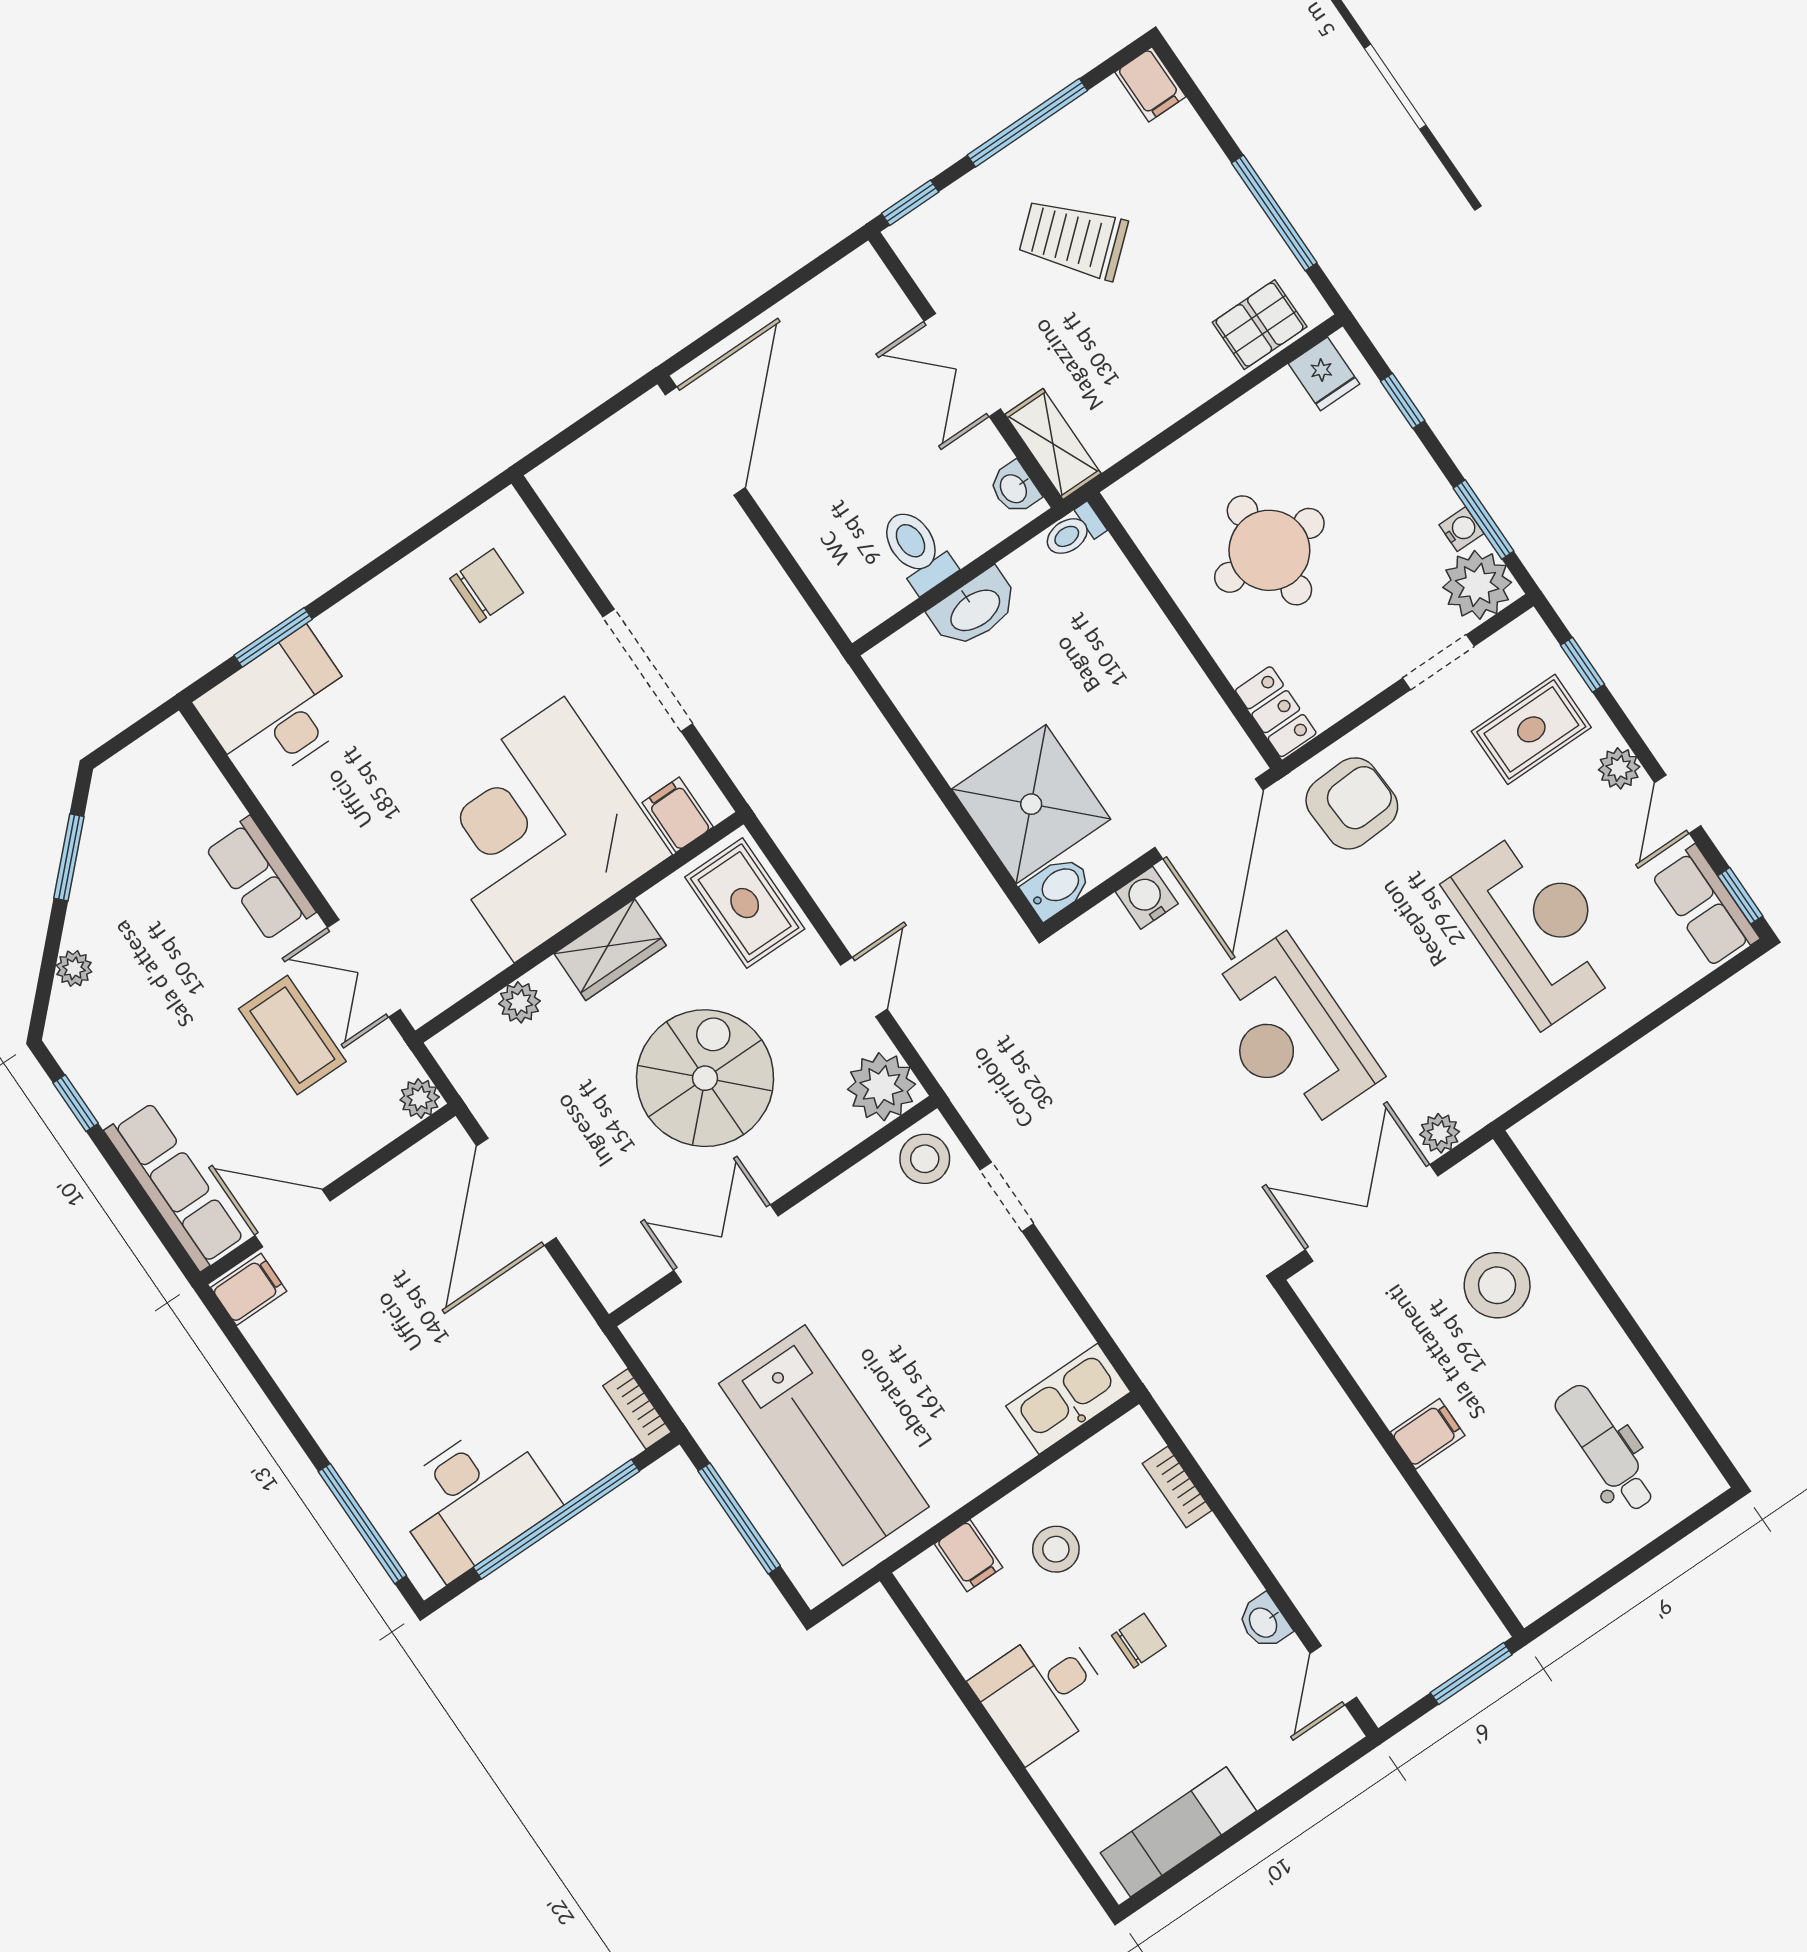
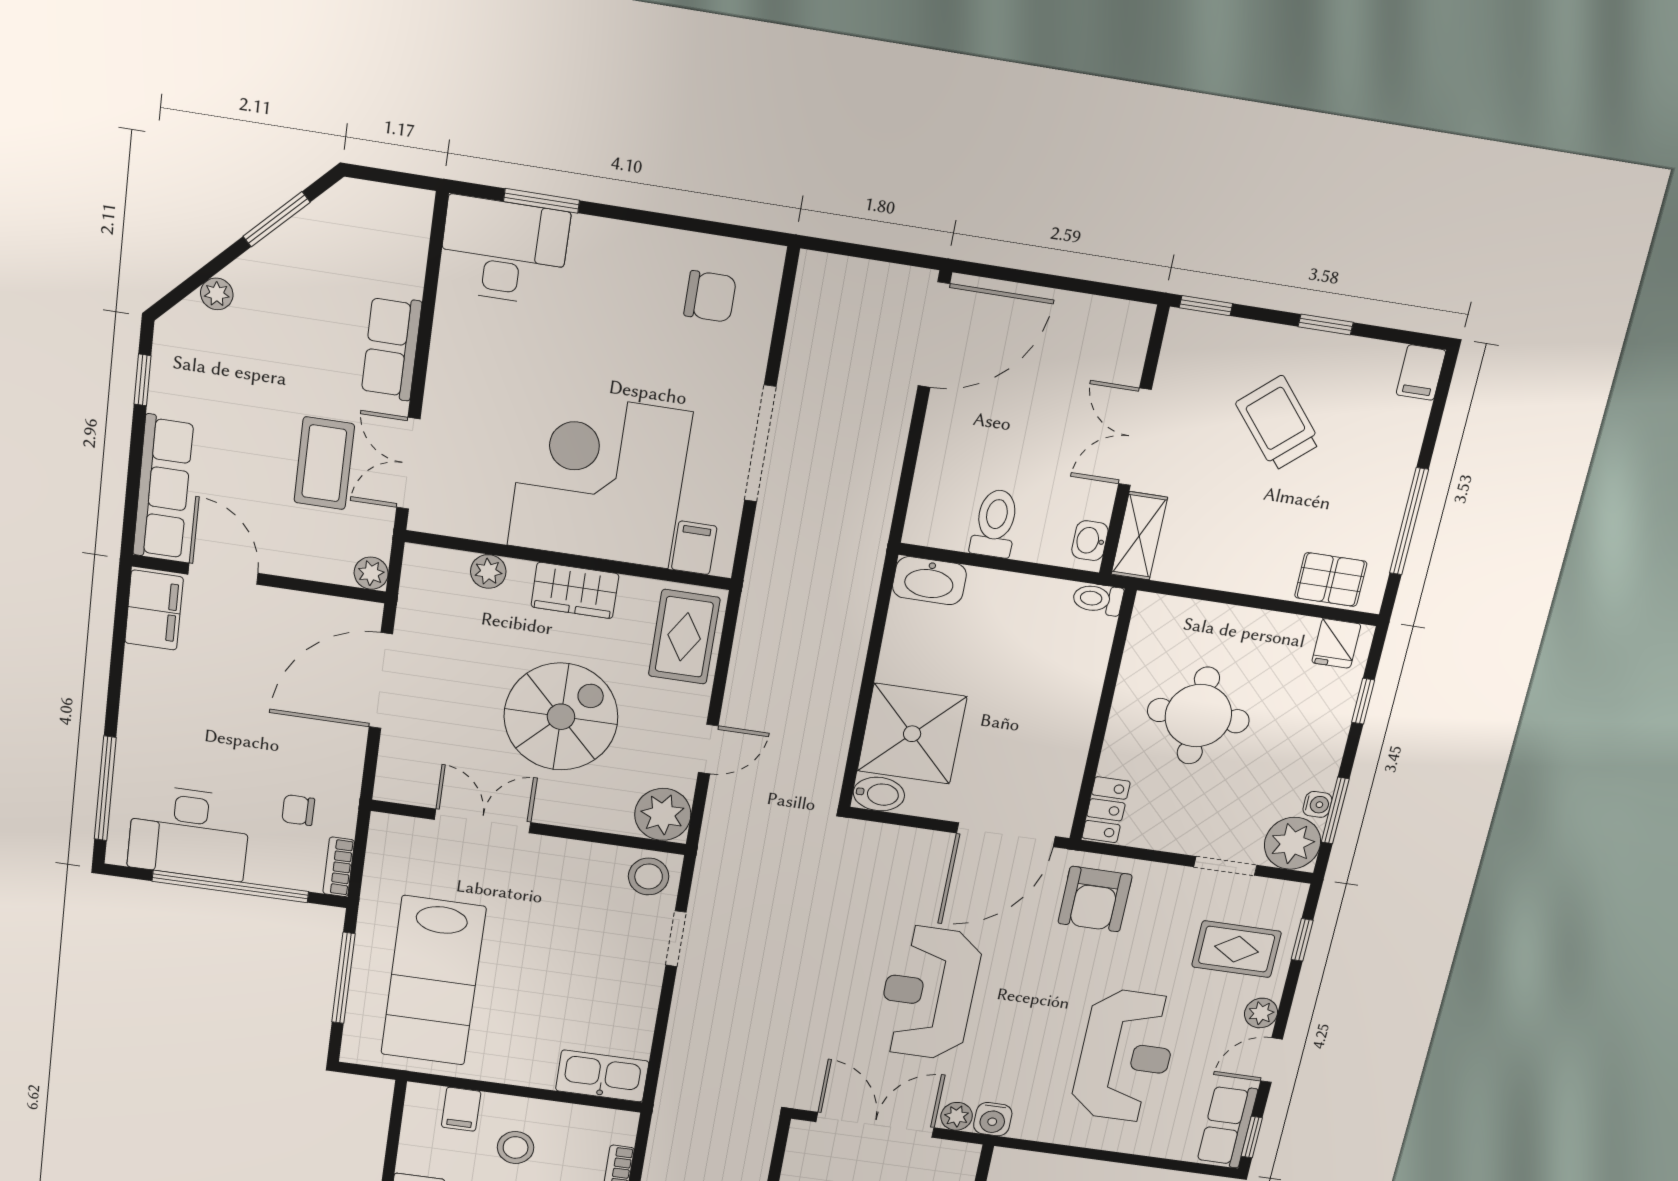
window: (1027, 123) -> (1326, 325), width x0.46
washbasin: (974, 609) -> (929, 581), moved
armchair: (1352, 803) -> (1095, 899), turned 93
water cooler: (1147, 898) -> (993, 1119), moved, turned 180
filing cabinet: (249, 1289) -> (154, 610), width x2.00
chair: (552, 1386) -> (298, 810), added

